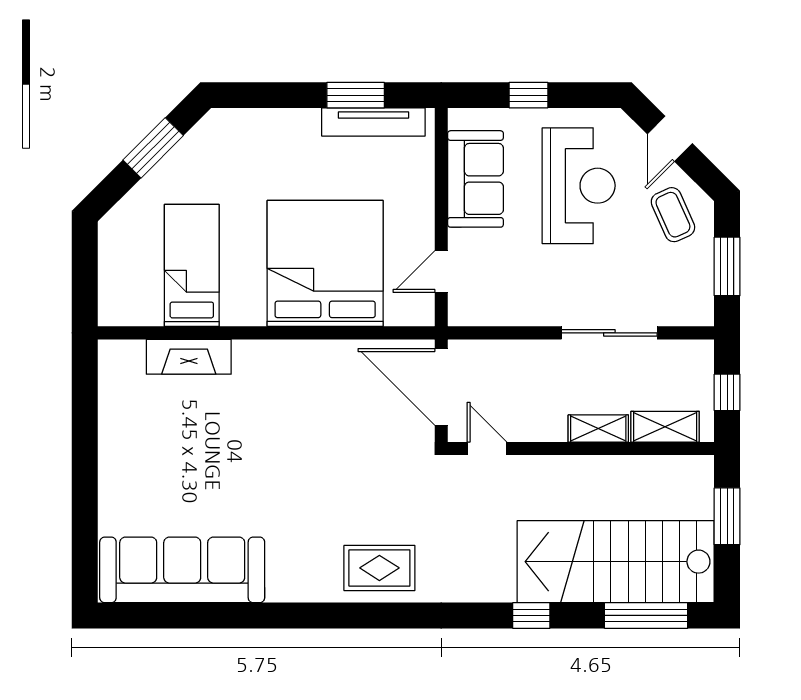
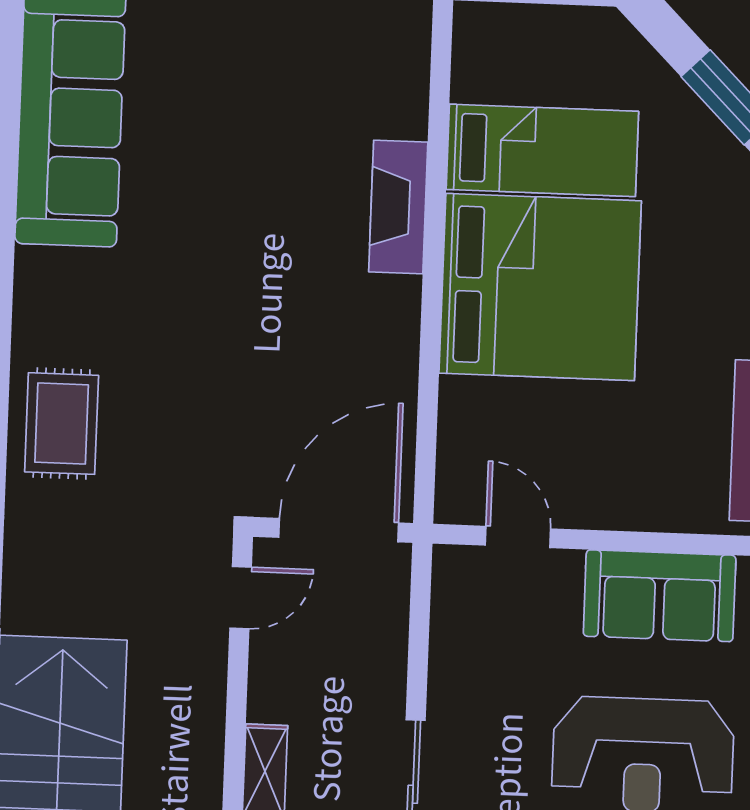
bed: (325, 263) -> (540, 287), moved
fireplace: (189, 357) -> (398, 207), moved

